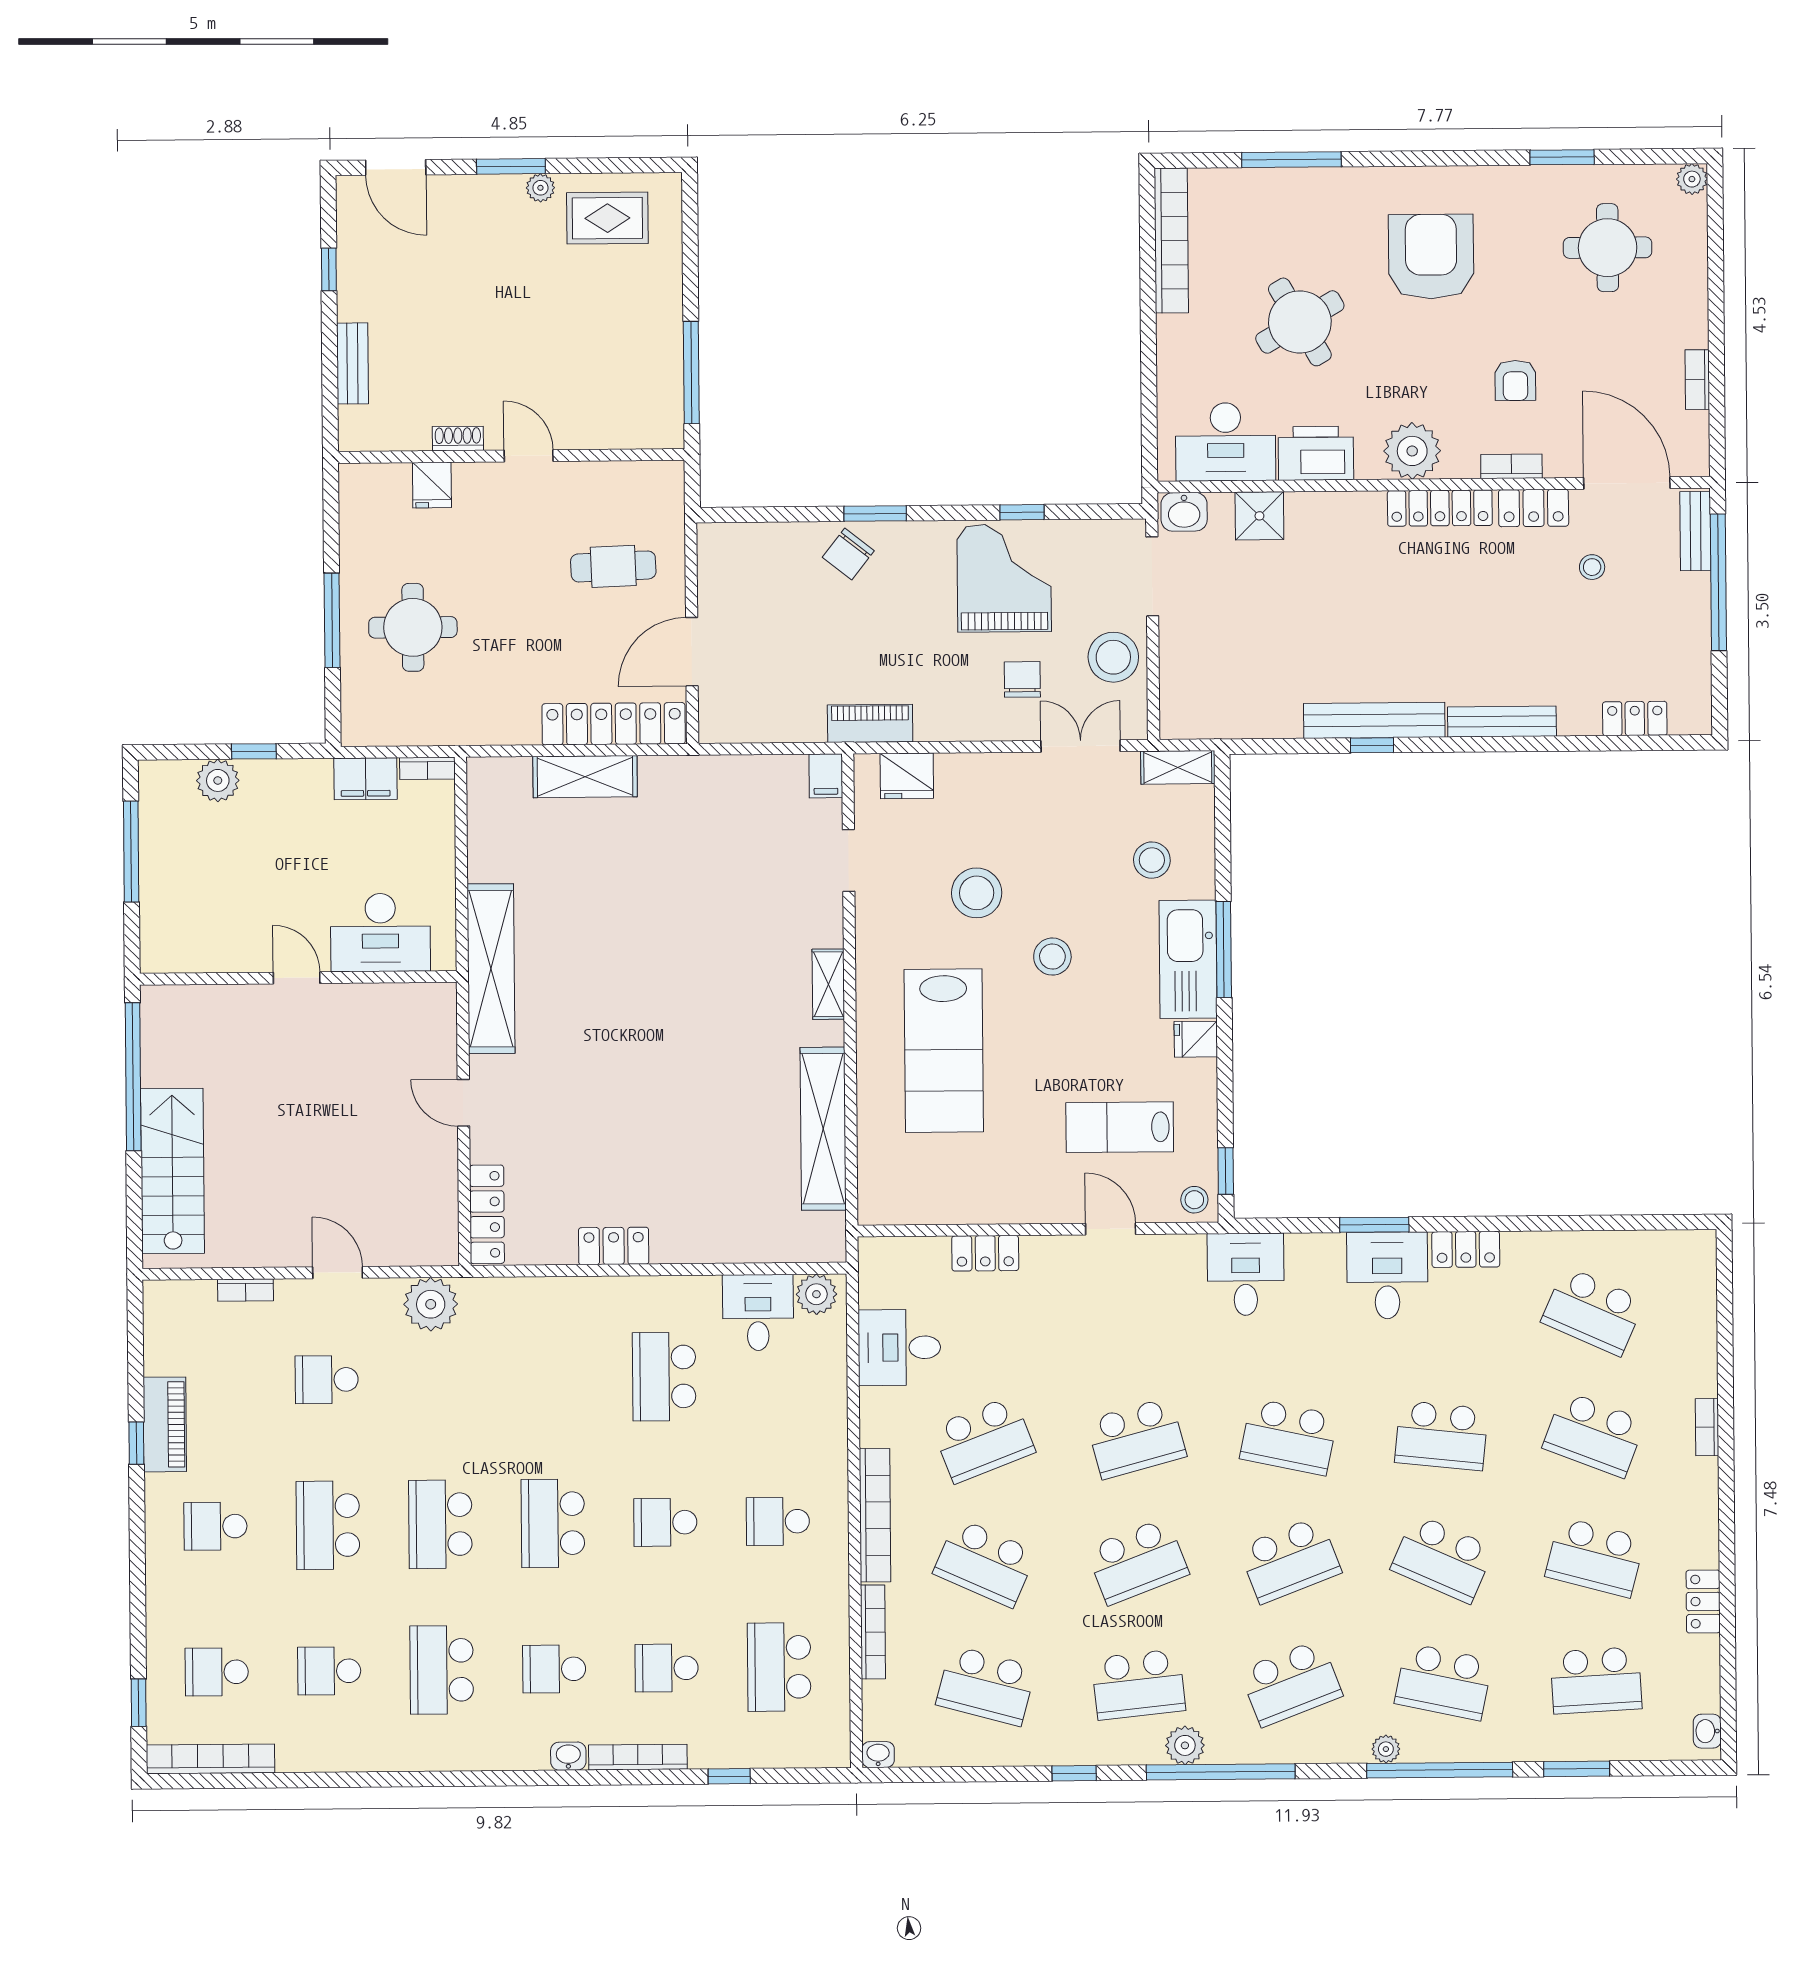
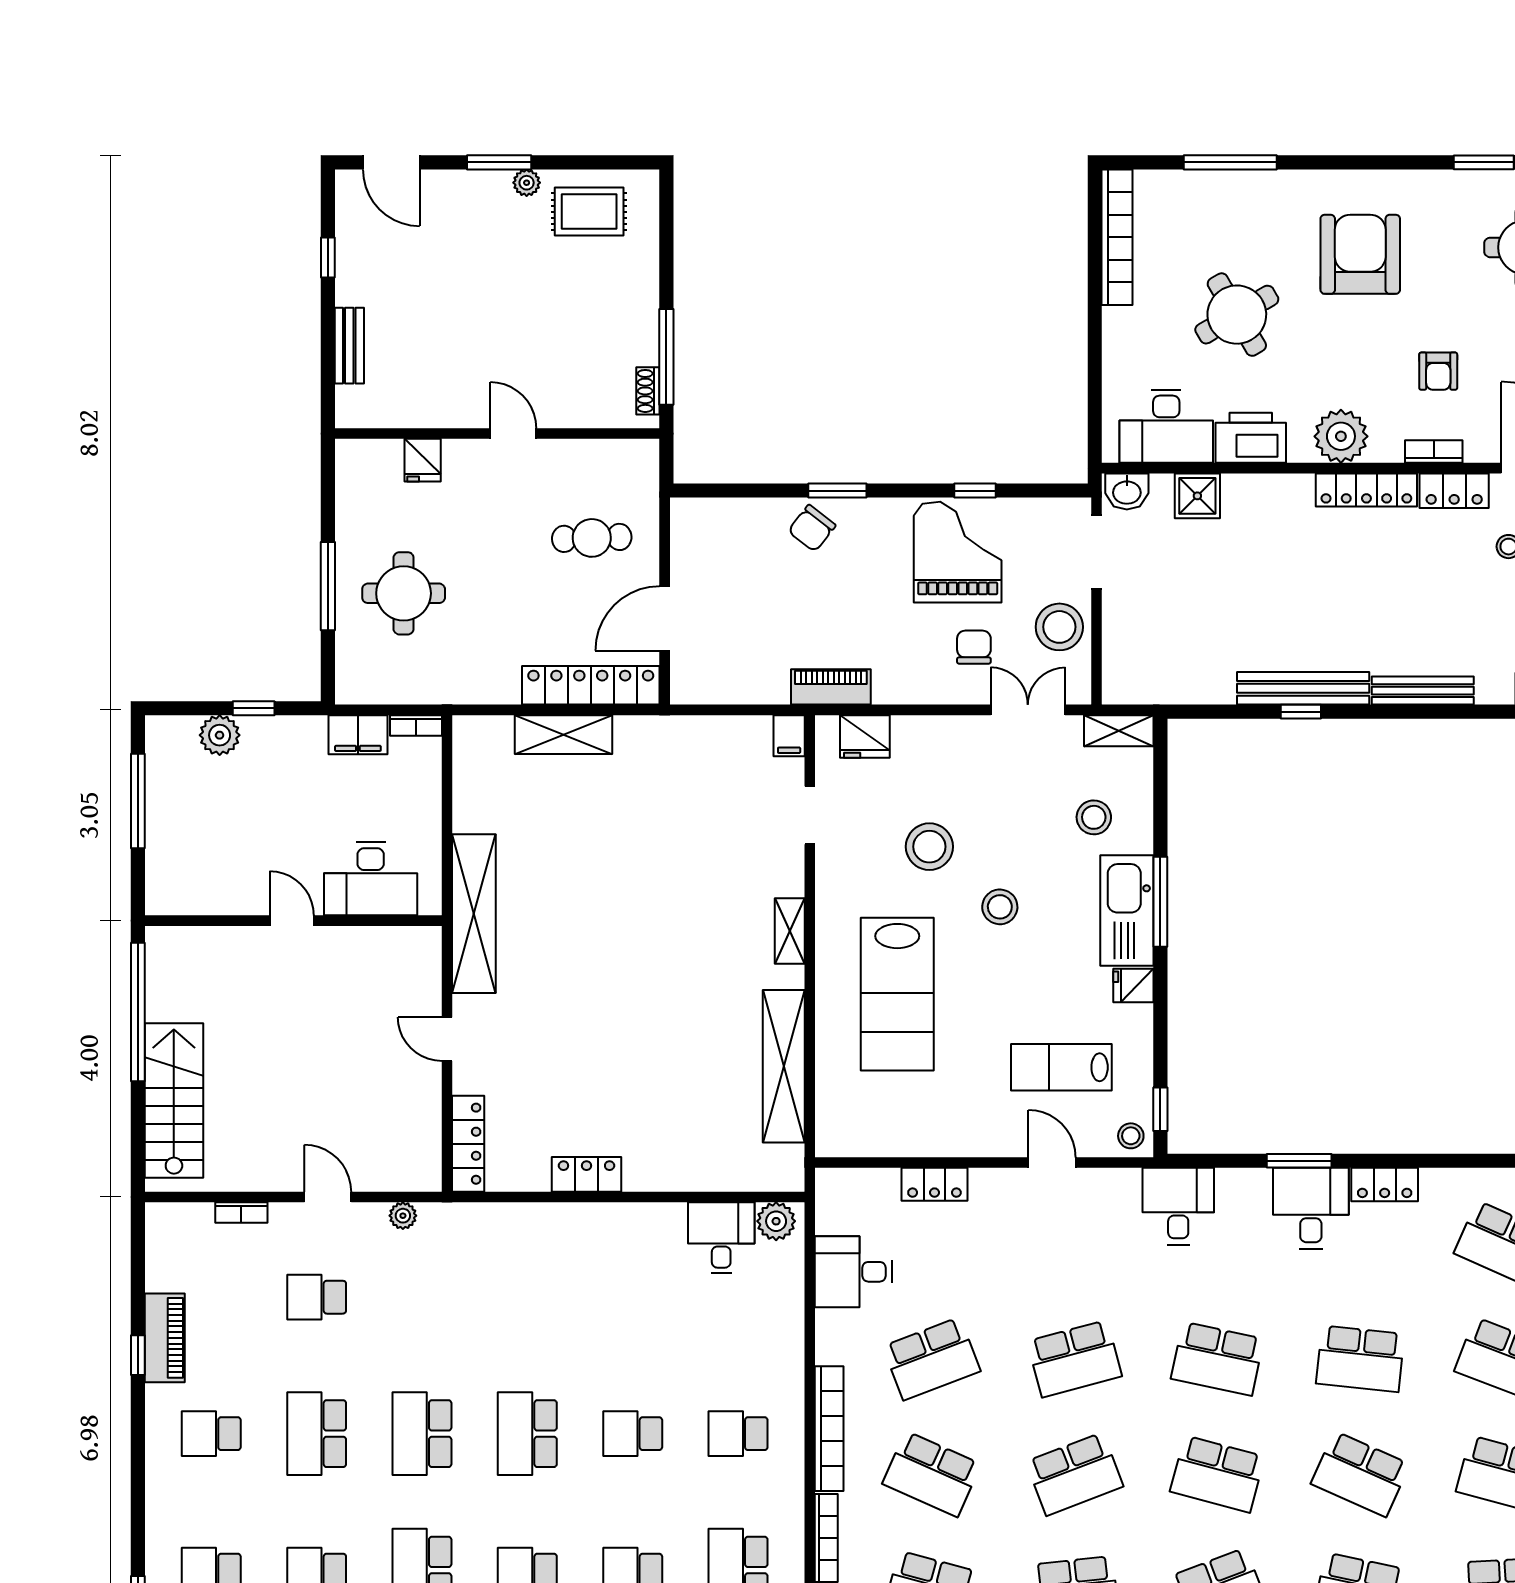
shoe rack: (458, 439) -> (648, 391), moved, turned -90
plant: (431, 1304) -> (403, 1216), width x0.53, depth x0.53
school desk: (664, 1377) -> (633, 1297), removed
school desk: (1290, 1560) -> (1217, 1474), turned 36

